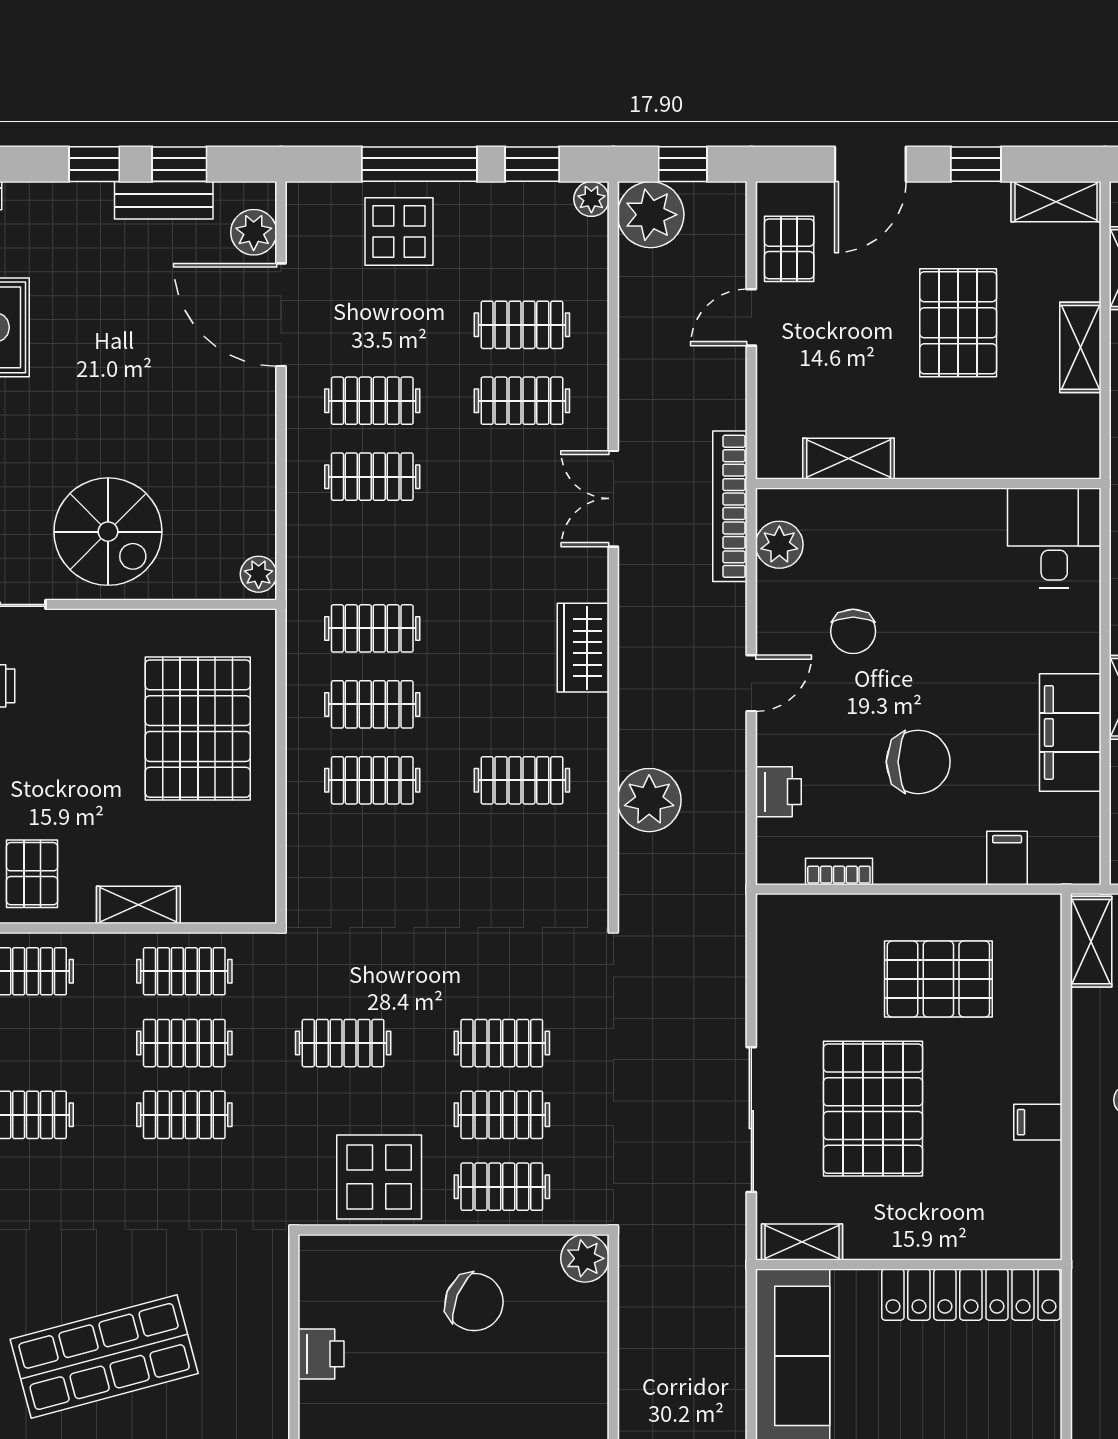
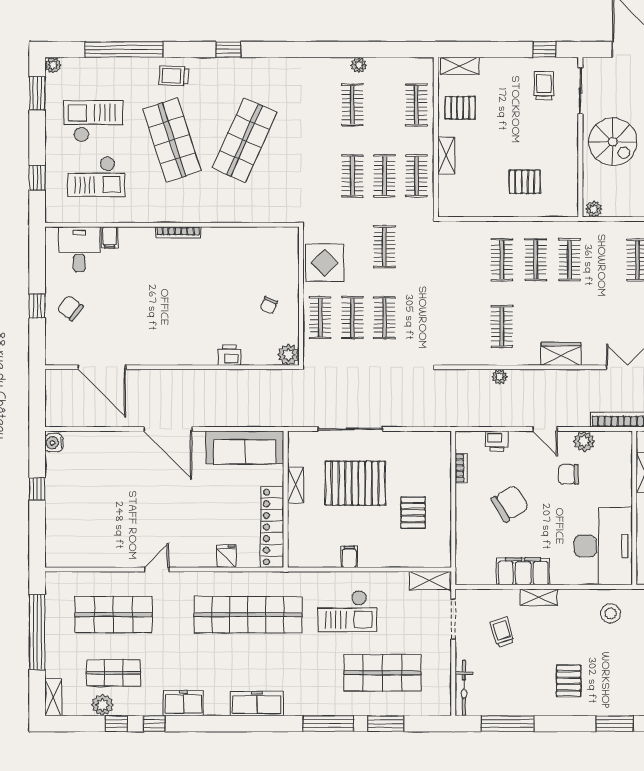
spiral stairs: (108, 532) -> (613, 142), turned -90
desk: (1054, 538) -> (603, 546), width x1.87, depth x1.30
plant: (779, 545) -> (584, 441), moved
pallet: (198, 729) -> (525, 182), width x0.49, depth x0.50
chair: (918, 762) -> (510, 503), turned -122
plant: (649, 800) -> (500, 377), width x0.53, depth x0.53
filing cabinet: (1007, 858) -> (467, 543), removed
pallet: (938, 979) -> (413, 512), width x0.67, depth x0.71
shelving: (802, 1242) -> (296, 485), moved
chair: (474, 1302) -> (269, 305), width x0.54, depth x0.54
printer: (321, 1354) -> (229, 355), moved, turned 180
shop shelf: (104, 1356) -> (245, 140), turned 39
fridge: (1036, 1397) -> (226, 556), added

